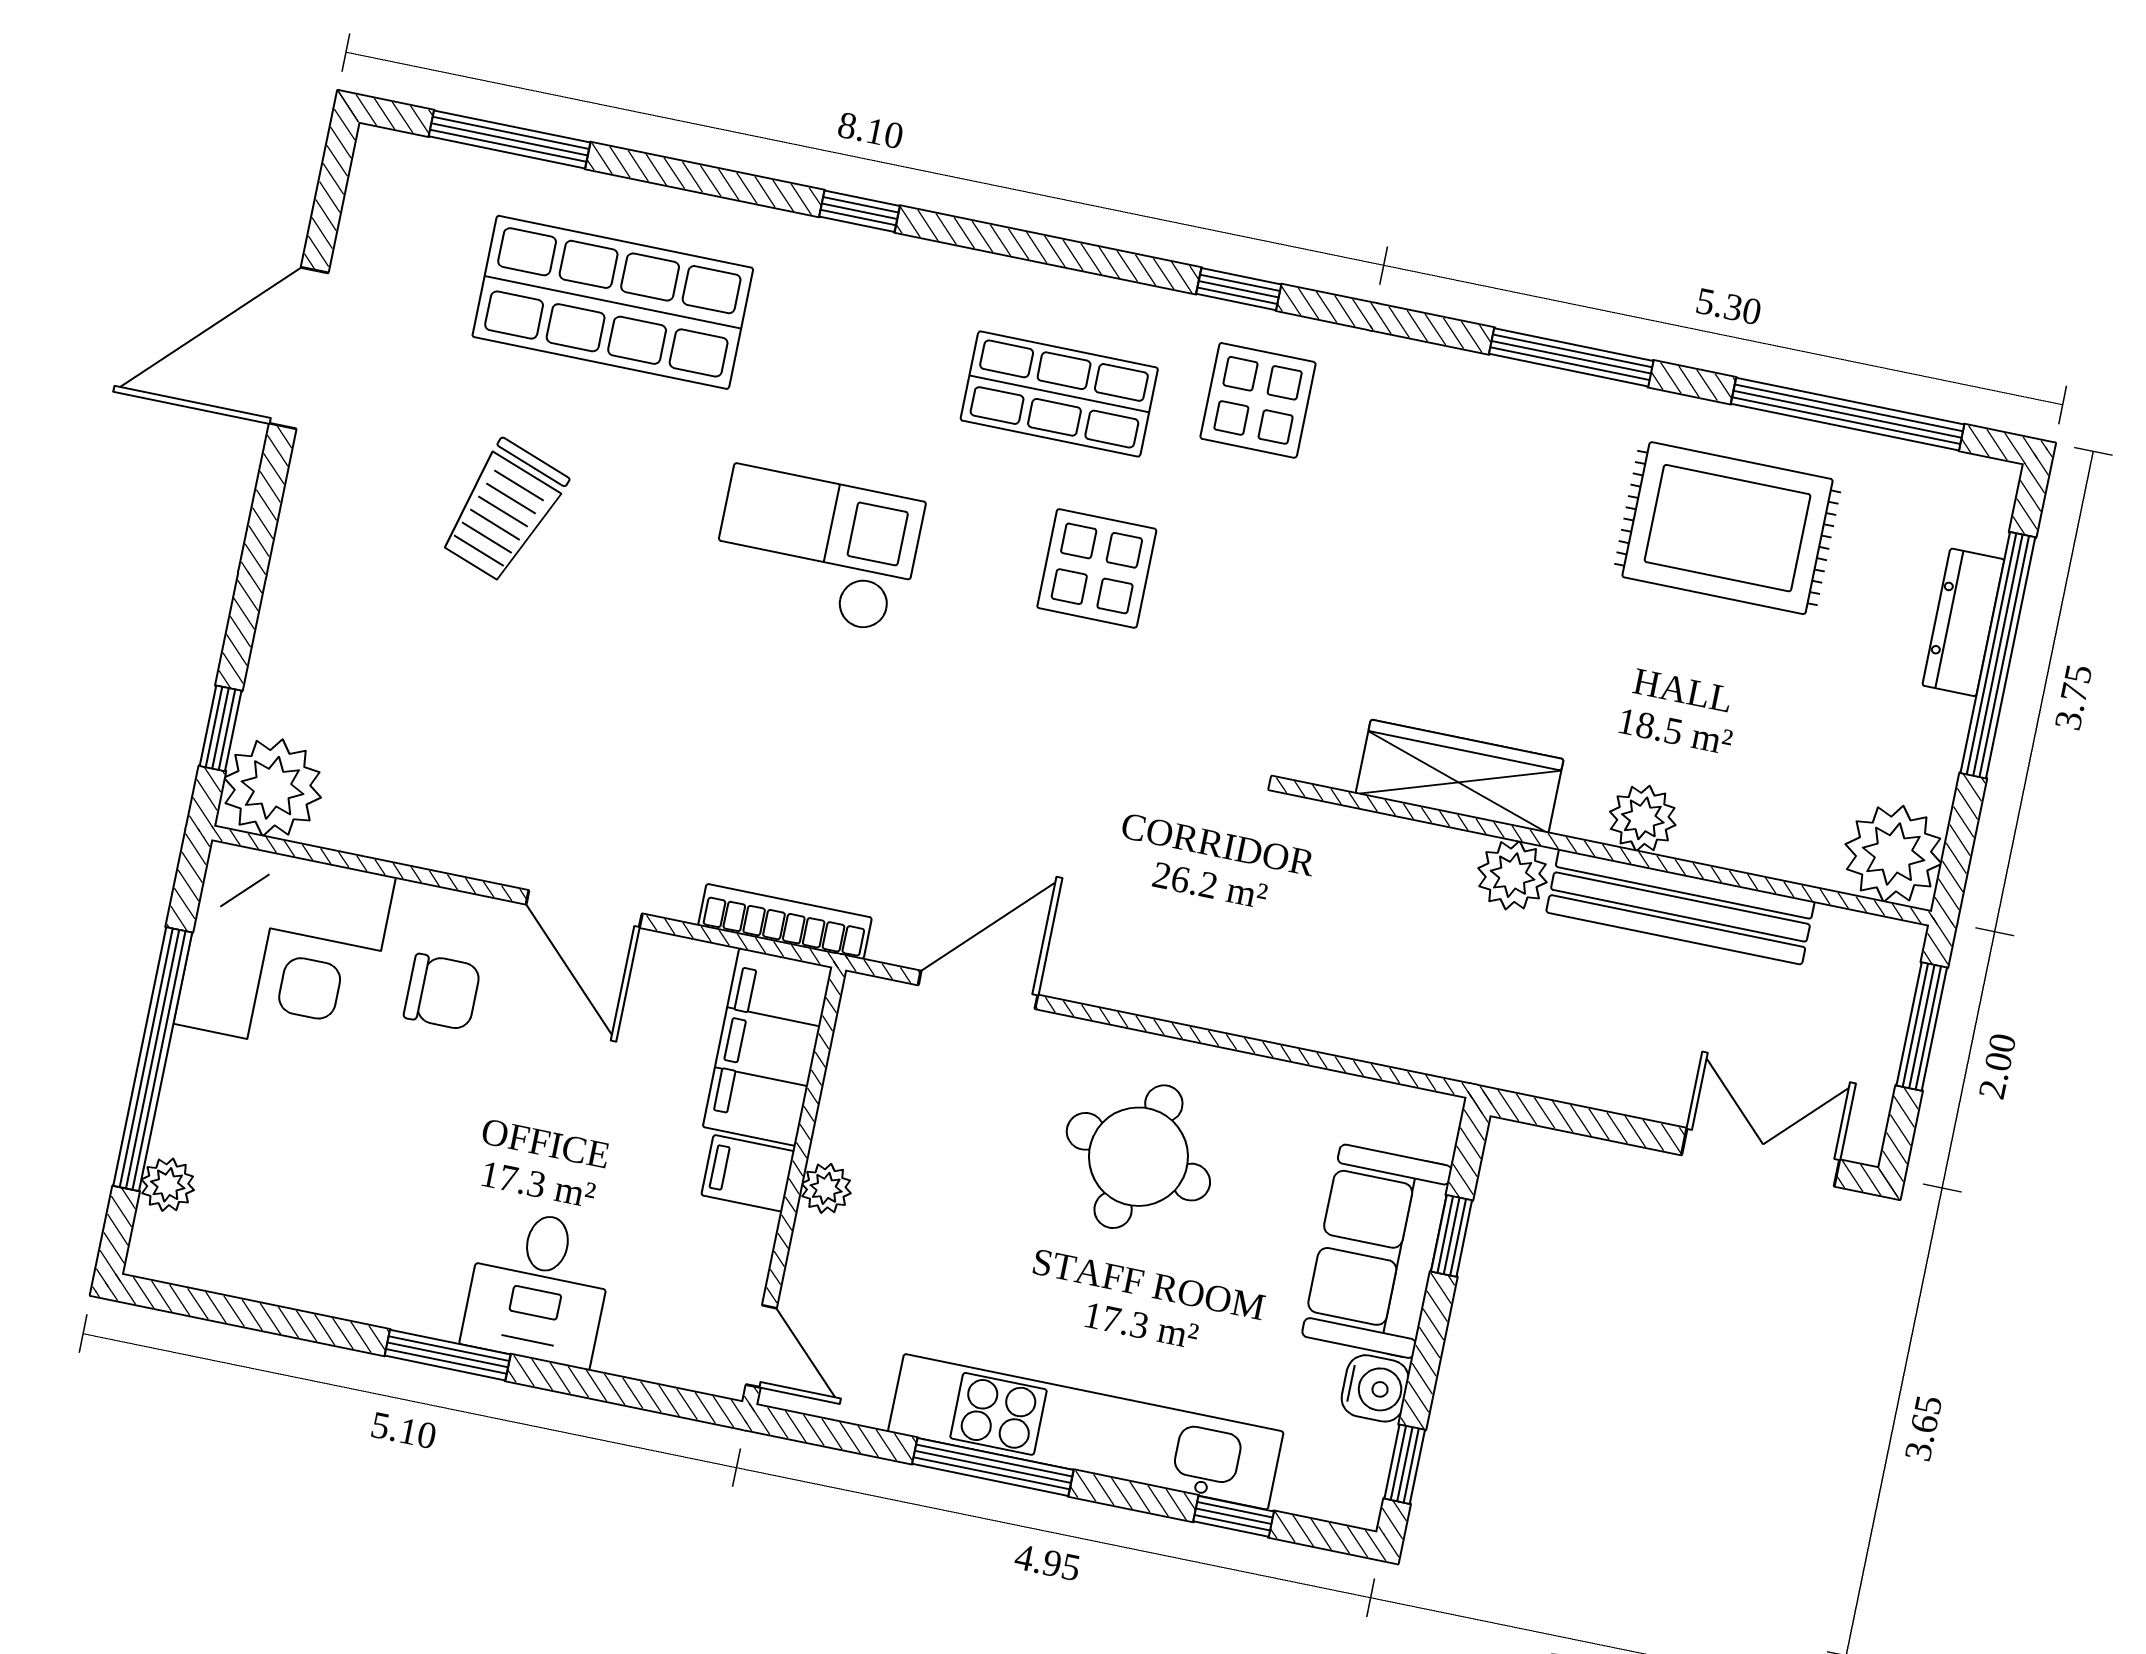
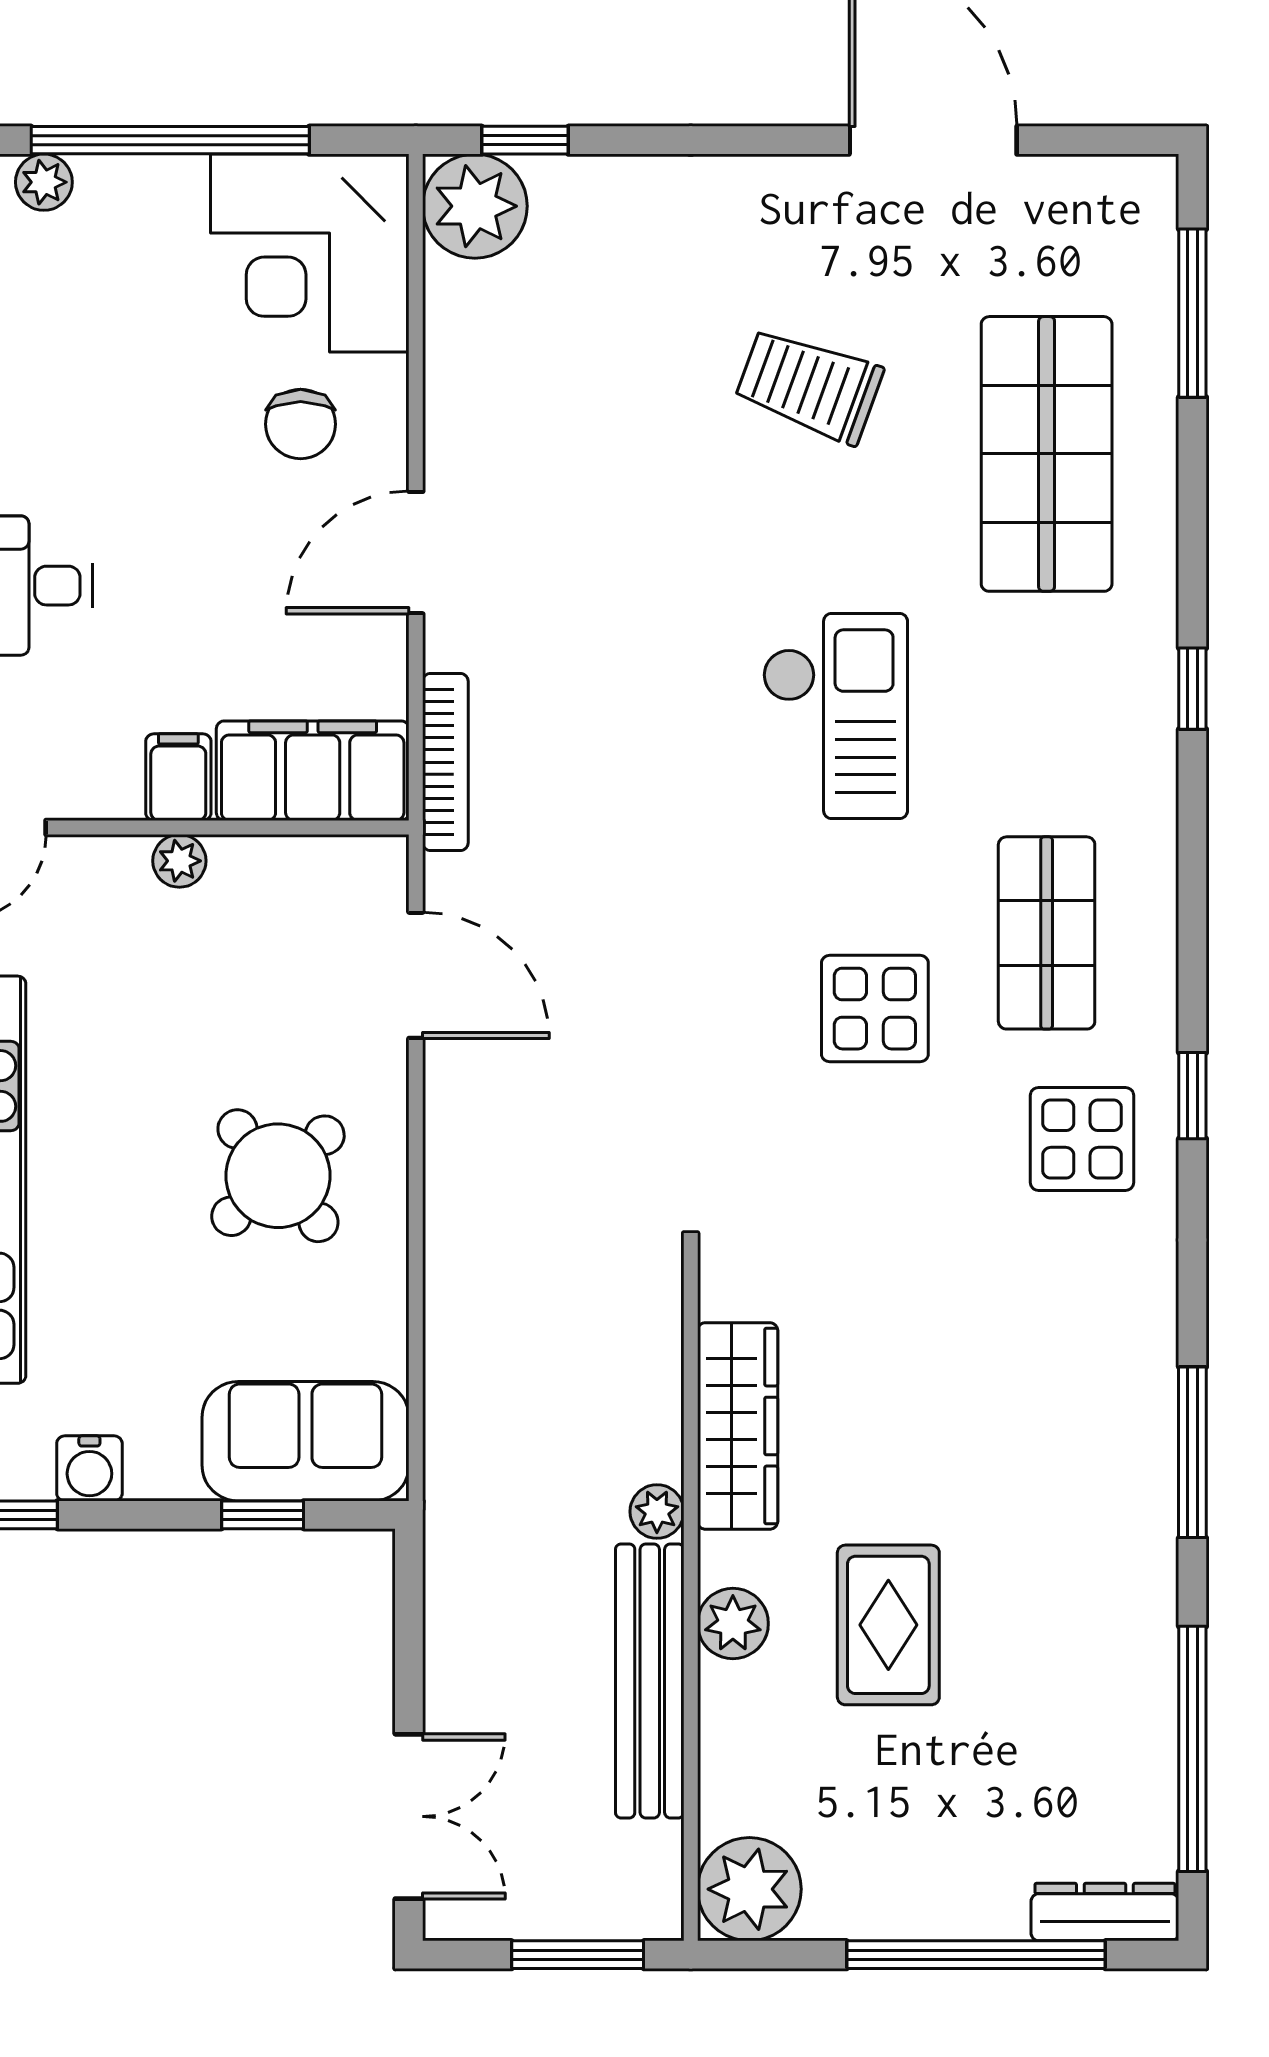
rug: (1728, 528) -> (888, 1625), moved, width x0.73, depth x0.70
dresser: (1963, 622) -> (1105, 1912), moved
plant: (1513, 875) -> (657, 1512), width x0.73, depth x0.73
round table: (1138, 1157) -> (278, 1176), turned 35
sofa: (1377, 1251) -> (305, 1441), moved

